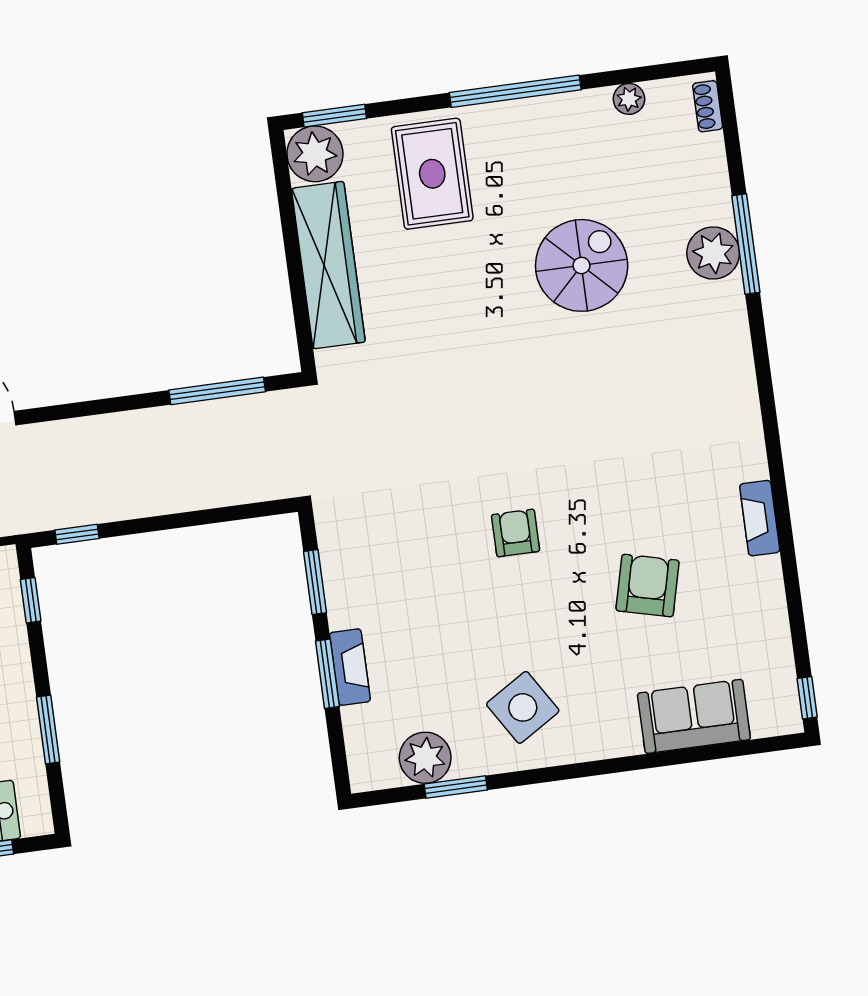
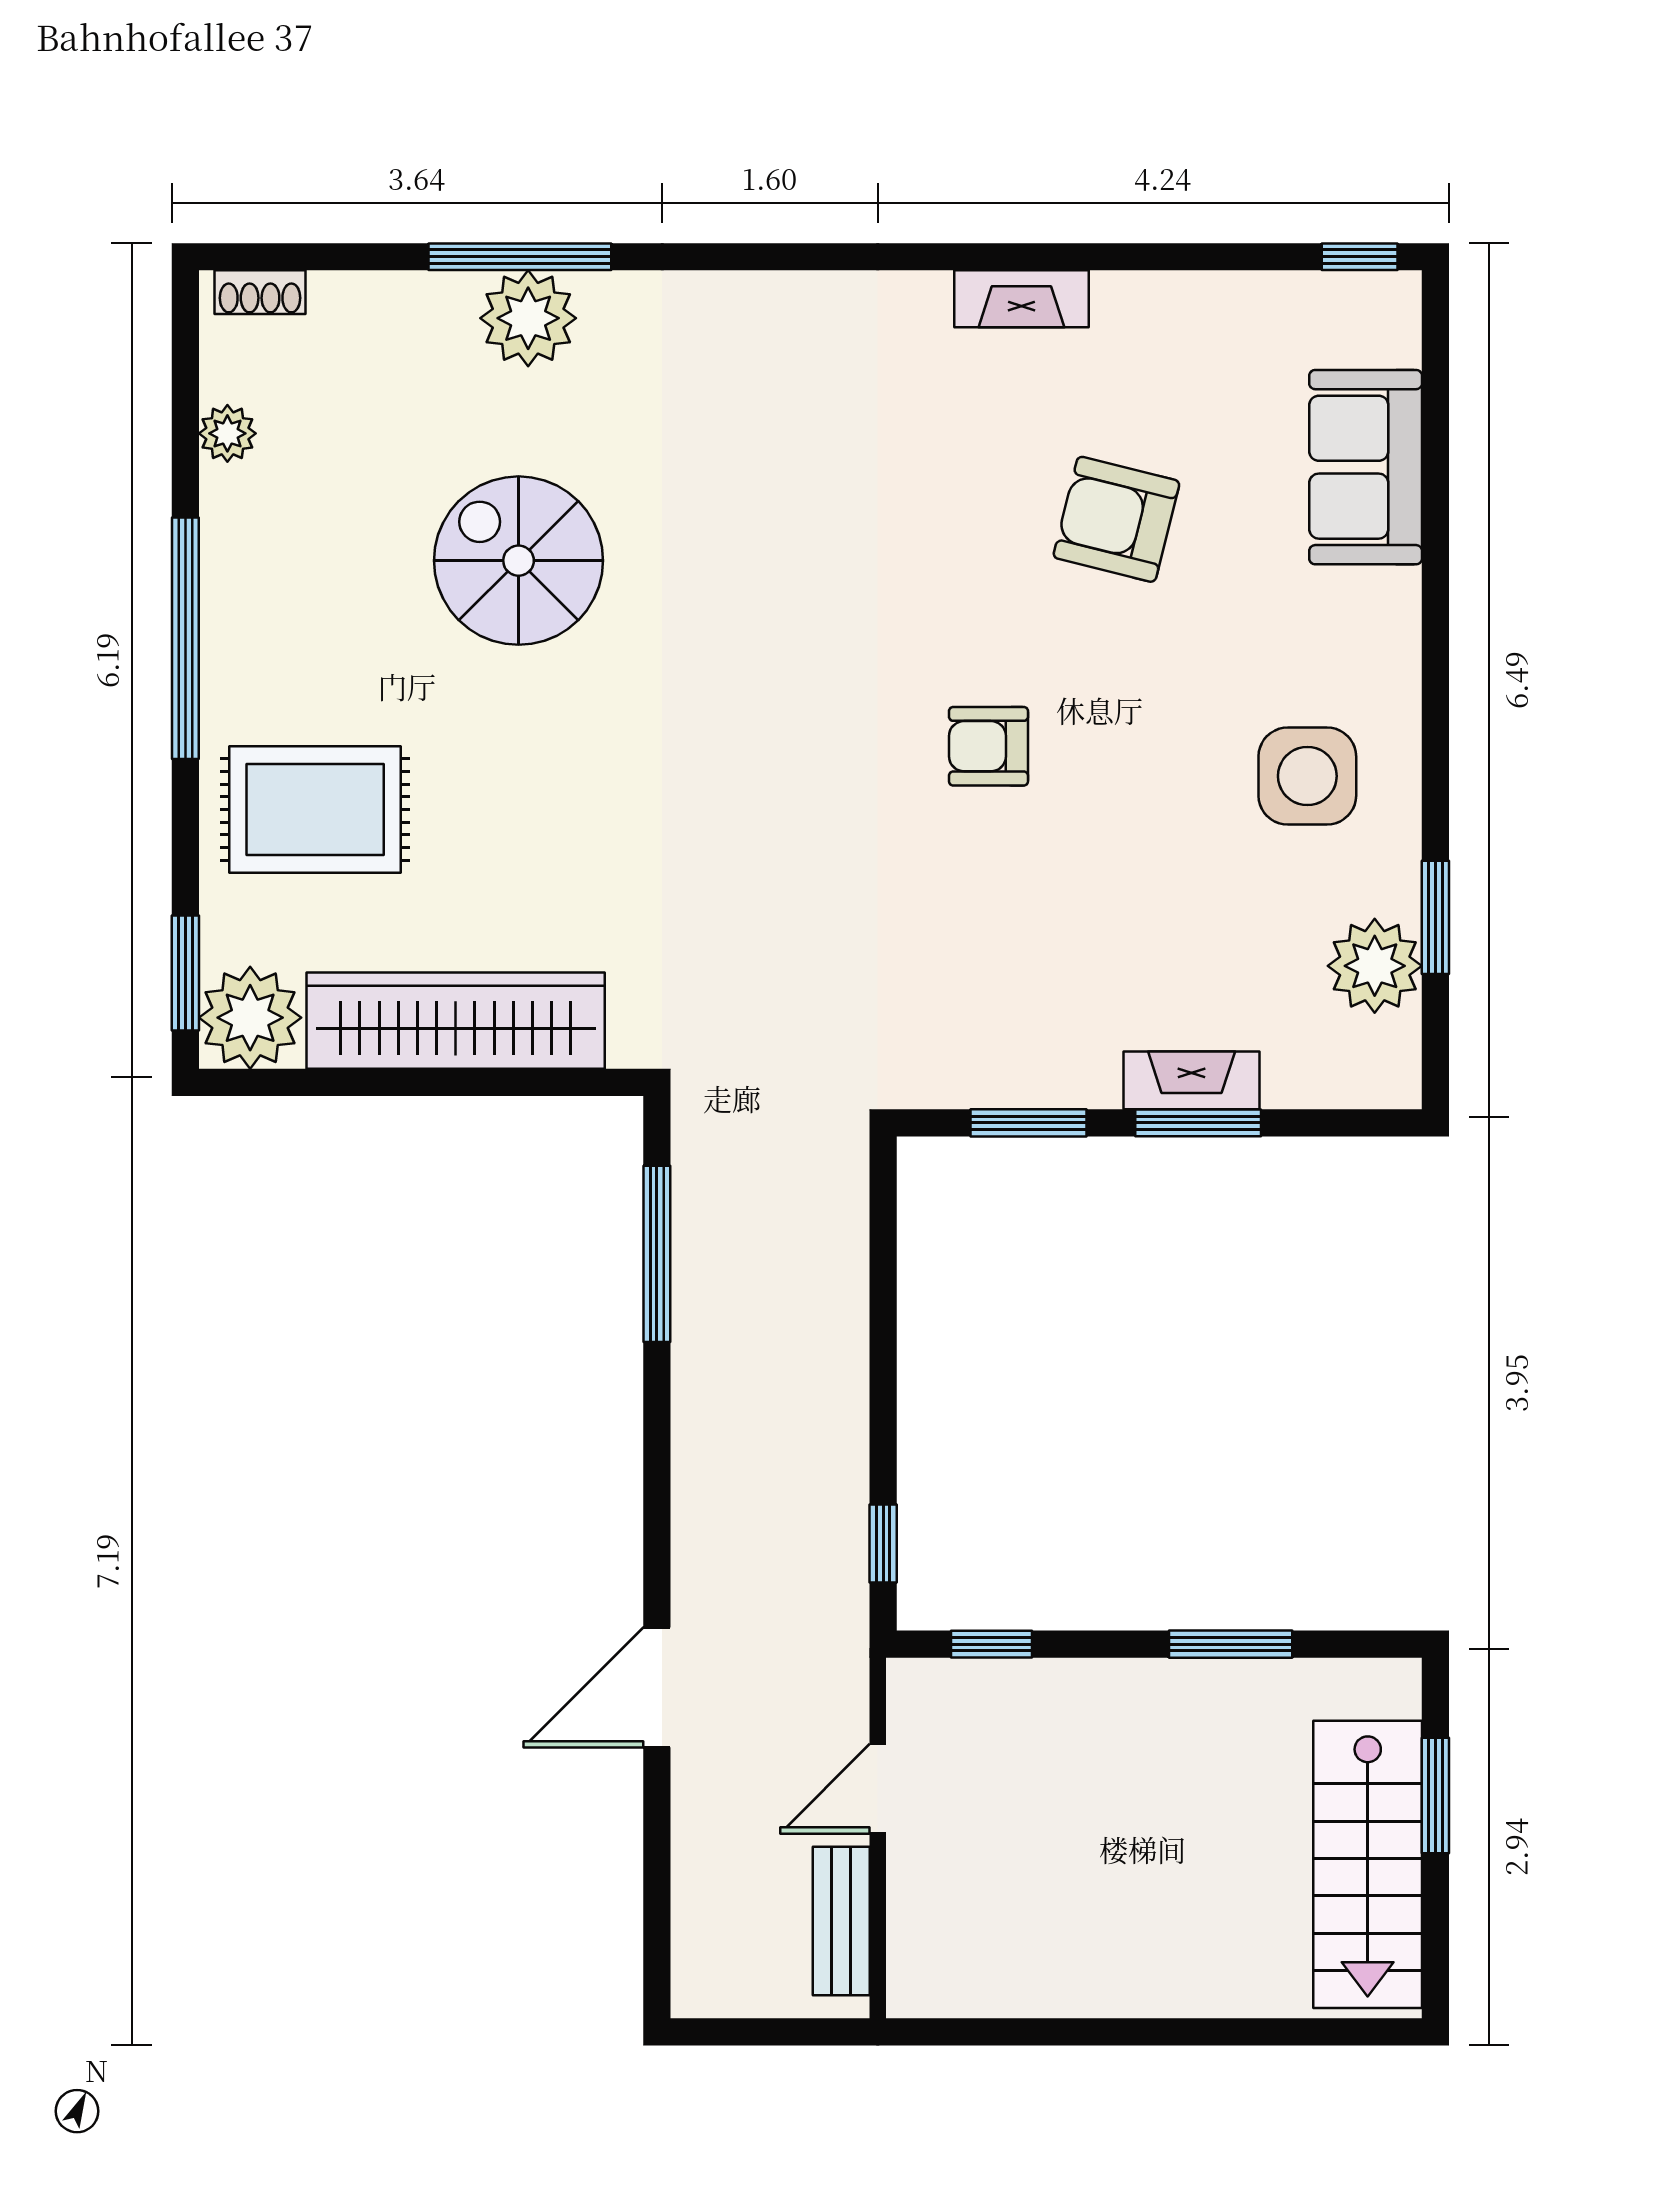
side table: (523, 707) -> (1307, 776), turned 32

